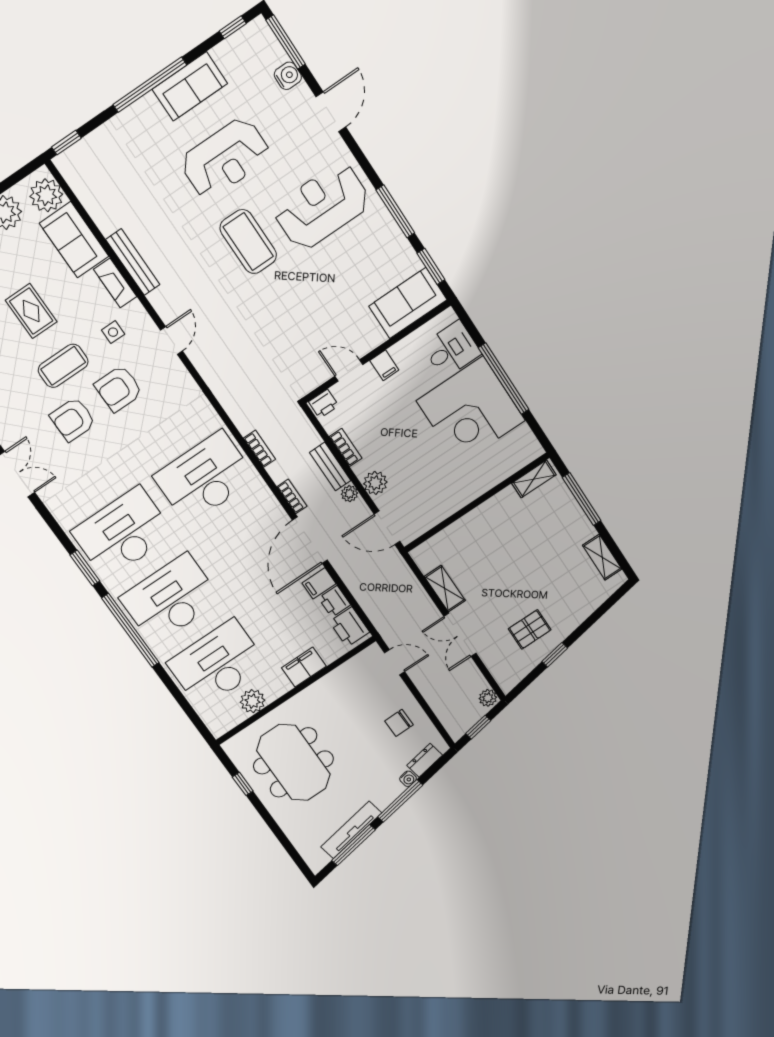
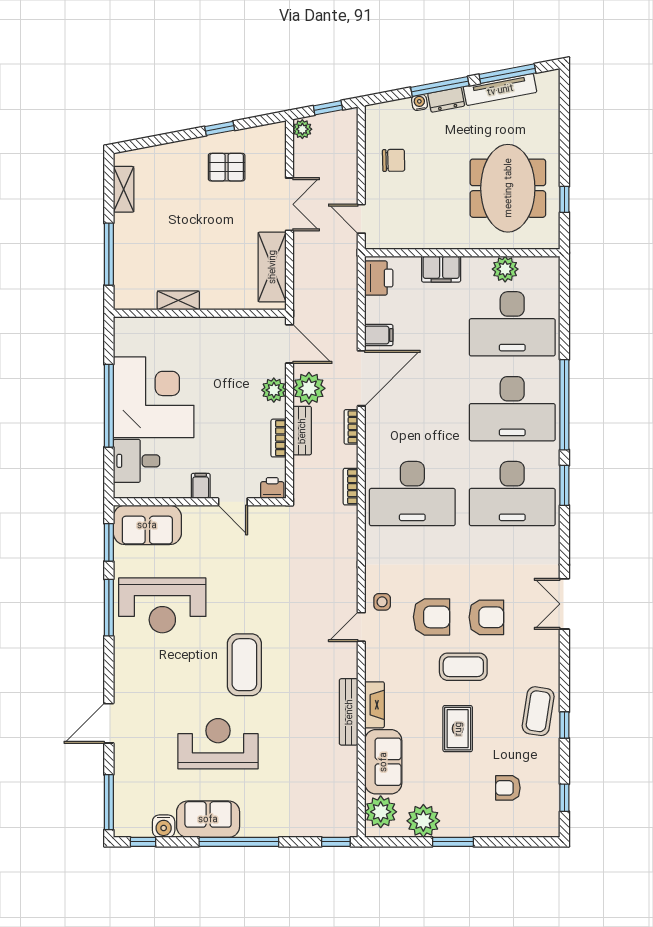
water cooler: (288, 76) -> (164, 826), moved, turned -90
reception desk: (322, 206) -> (162, 605), moved
side table: (113, 332) -> (382, 602), moved
shelving: (534, 479) -> (178, 300), moved
plant: (350, 494) -> (309, 388), width x1.88, depth x1.88
shelving: (445, 589) -> (272, 267), width x1.50, depth x1.33
printer: (334, 601) -> (376, 310), removed
dresser: (425, 760) -> (446, 100), moved

